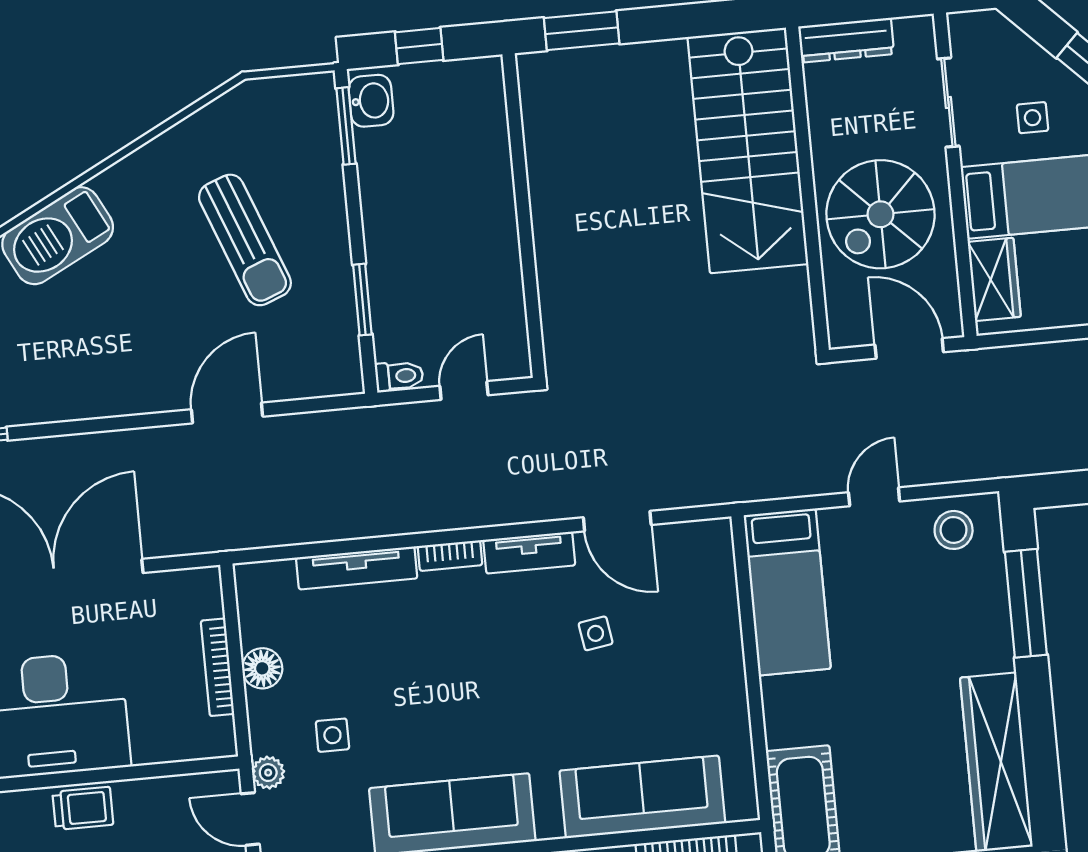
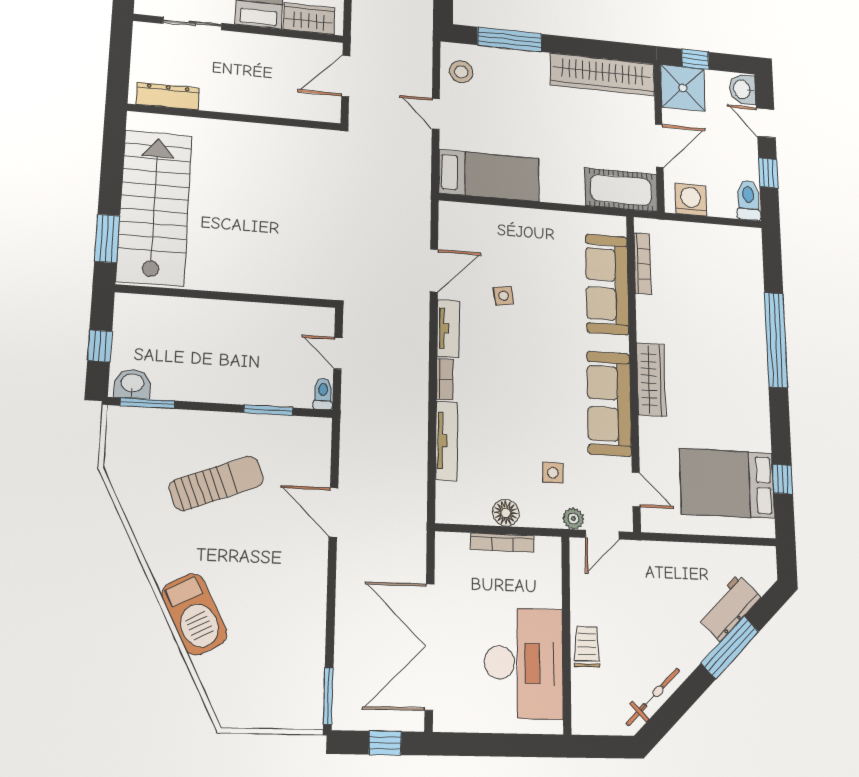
dresser: (846, 40) -> (168, 96), moved, turned -90
stairs: (748, 151) -> (154, 208), moved, turned -90
spiral stairs: (880, 214) -> (258, 77), removed

